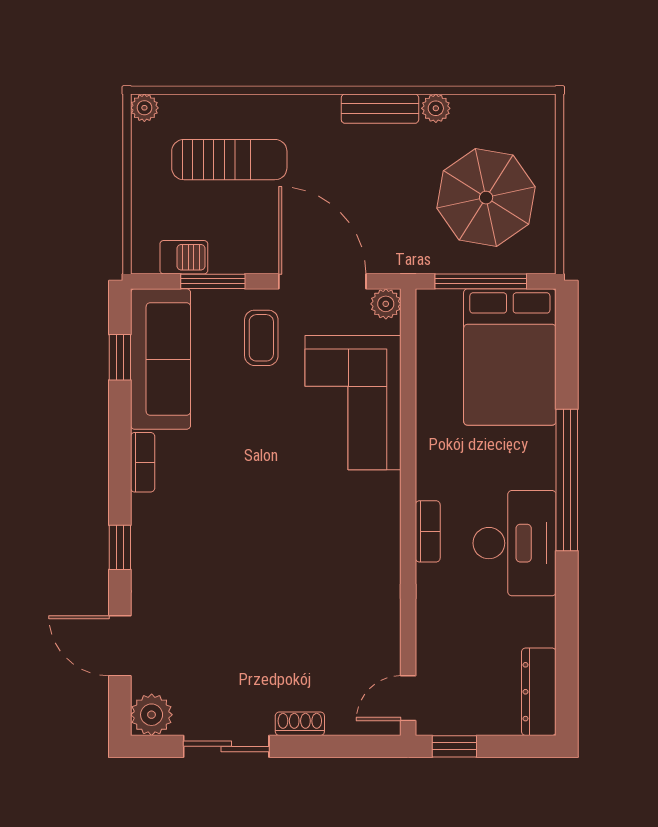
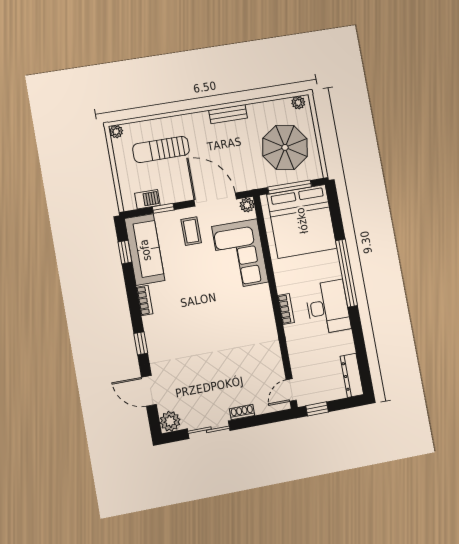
plant: (436, 108) -> (298, 103), moved
sun lounger: (229, 160) -> (161, 149), turned 180
window: (213, 281) -> (163, 208), width x0.67
bed: (510, 357) -> (302, 221), width x1.36

